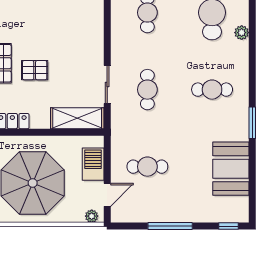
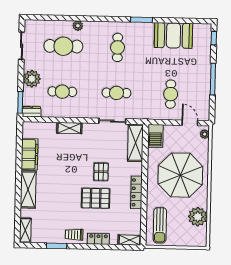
shelving: (96, 24) -> (69, 128), added
barbecue: (93, 164) -> (155, 136), moved, turned -90

